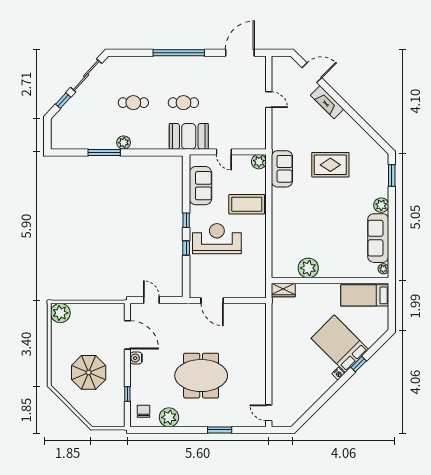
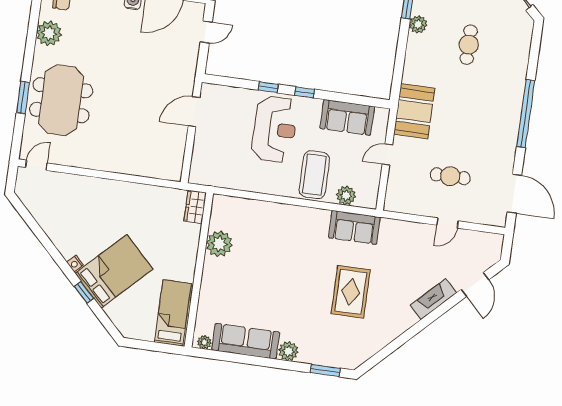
cafe table: (183, 103) -> (450, 176), moved, turned 90
plant: (259, 162) -> (346, 196), moved
meeting table: (201, 376) -> (61, 100), moved

